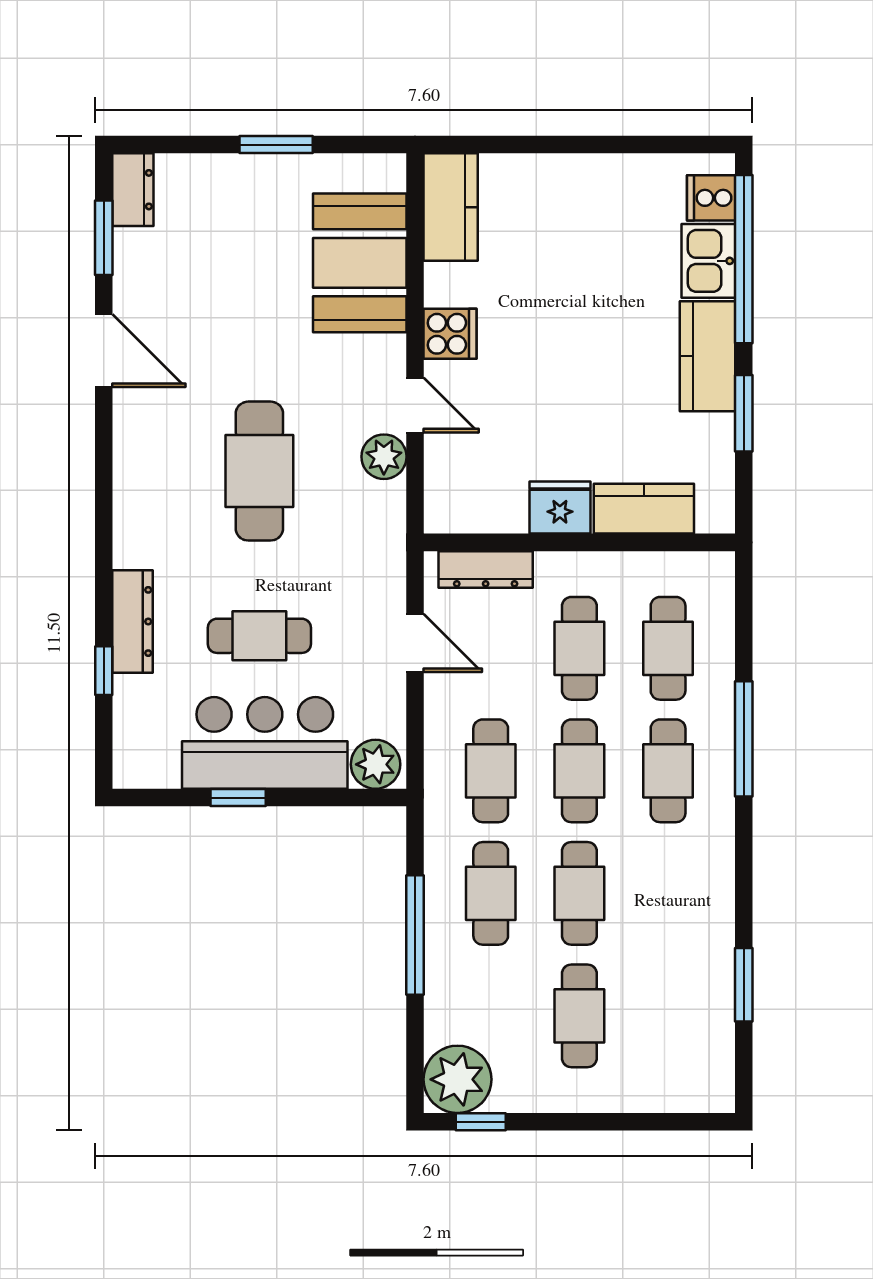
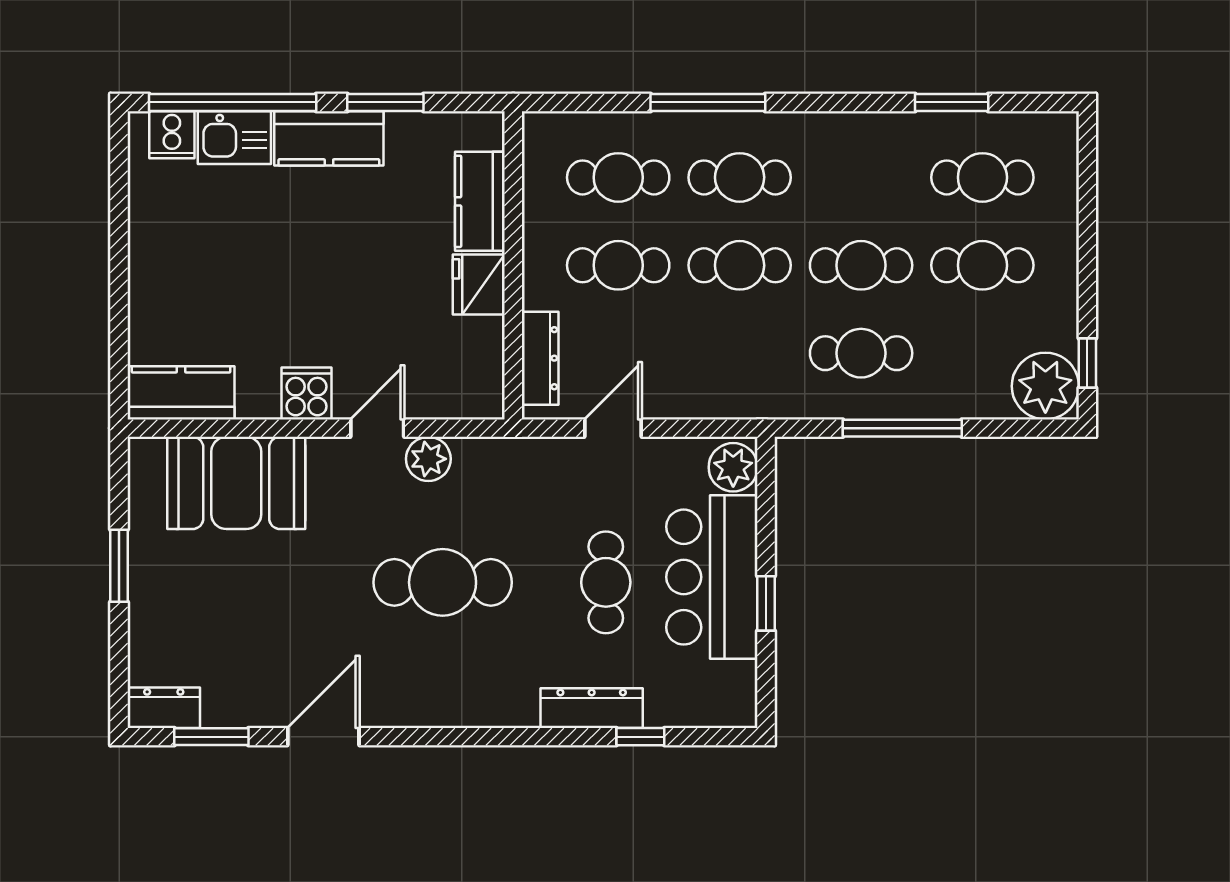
cafe table: (491, 771) -> (982, 177), moved

